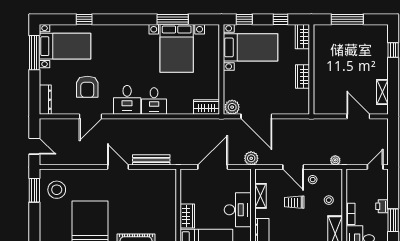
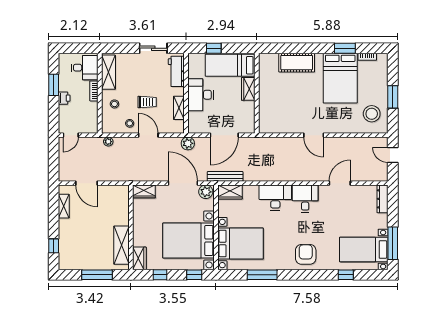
bed with nightstands: (250, 47) -> (189, 240), width x1.36
bed with nightstands: (177, 48) -> (240, 243), moved, turned 90
shelving: (321, 51) -> (121, 245), added
wardrobe: (303, 77) -> (144, 191), moved, turned 90
armchair: (87, 87) -> (306, 254), moved
desk: (154, 101) -> (275, 198), width x1.37
bench: (151, 160) -> (225, 176), moved
window: (34, 190) -> (393, 97), moved

